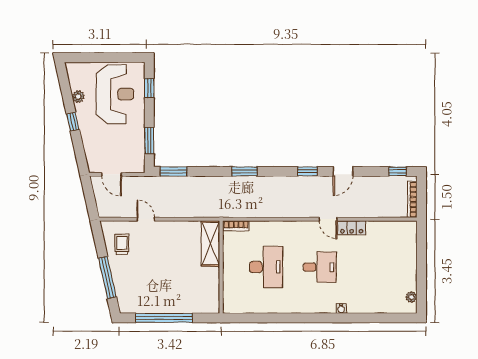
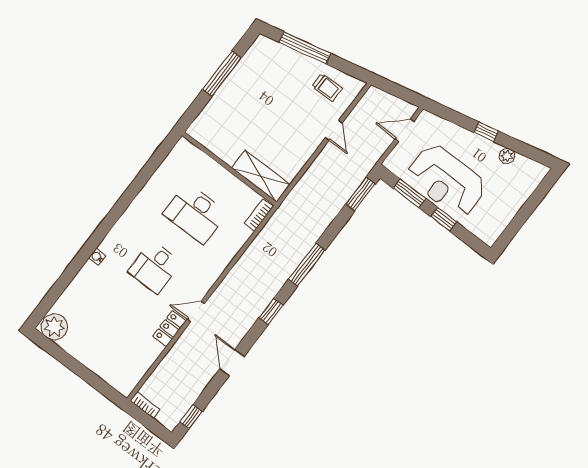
window: (149, 88) -> (444, 219), moved
reception desk: (115, 94) -> (446, 180), moved
window: (245, 171) -> (307, 265), width x1.44
window: (308, 171) -> (271, 311), moved
bookcase: (412, 199) -> (145, 405), width x0.64
door: (146, 219) -> (334, 130), hinge flipped
plant: (411, 297) -> (54, 327), width x1.88, depth x1.88
window: (164, 318) -> (222, 74), width x0.68

